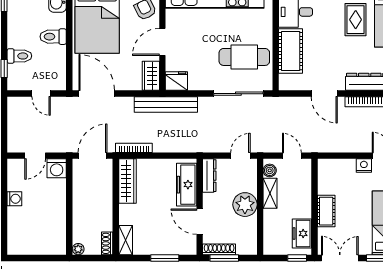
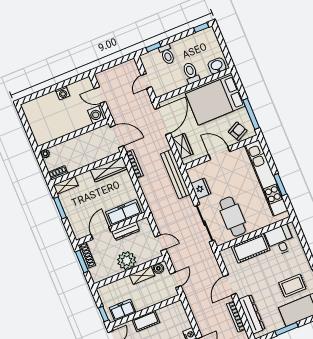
wardrobe: (151, 76) -> (183, 146), moved, turned 90
fridge: (176, 81) -> (201, 188), moved
dresser: (209, 176) -> (126, 231), moved
window: (165, 258) -> (60, 208), moved

